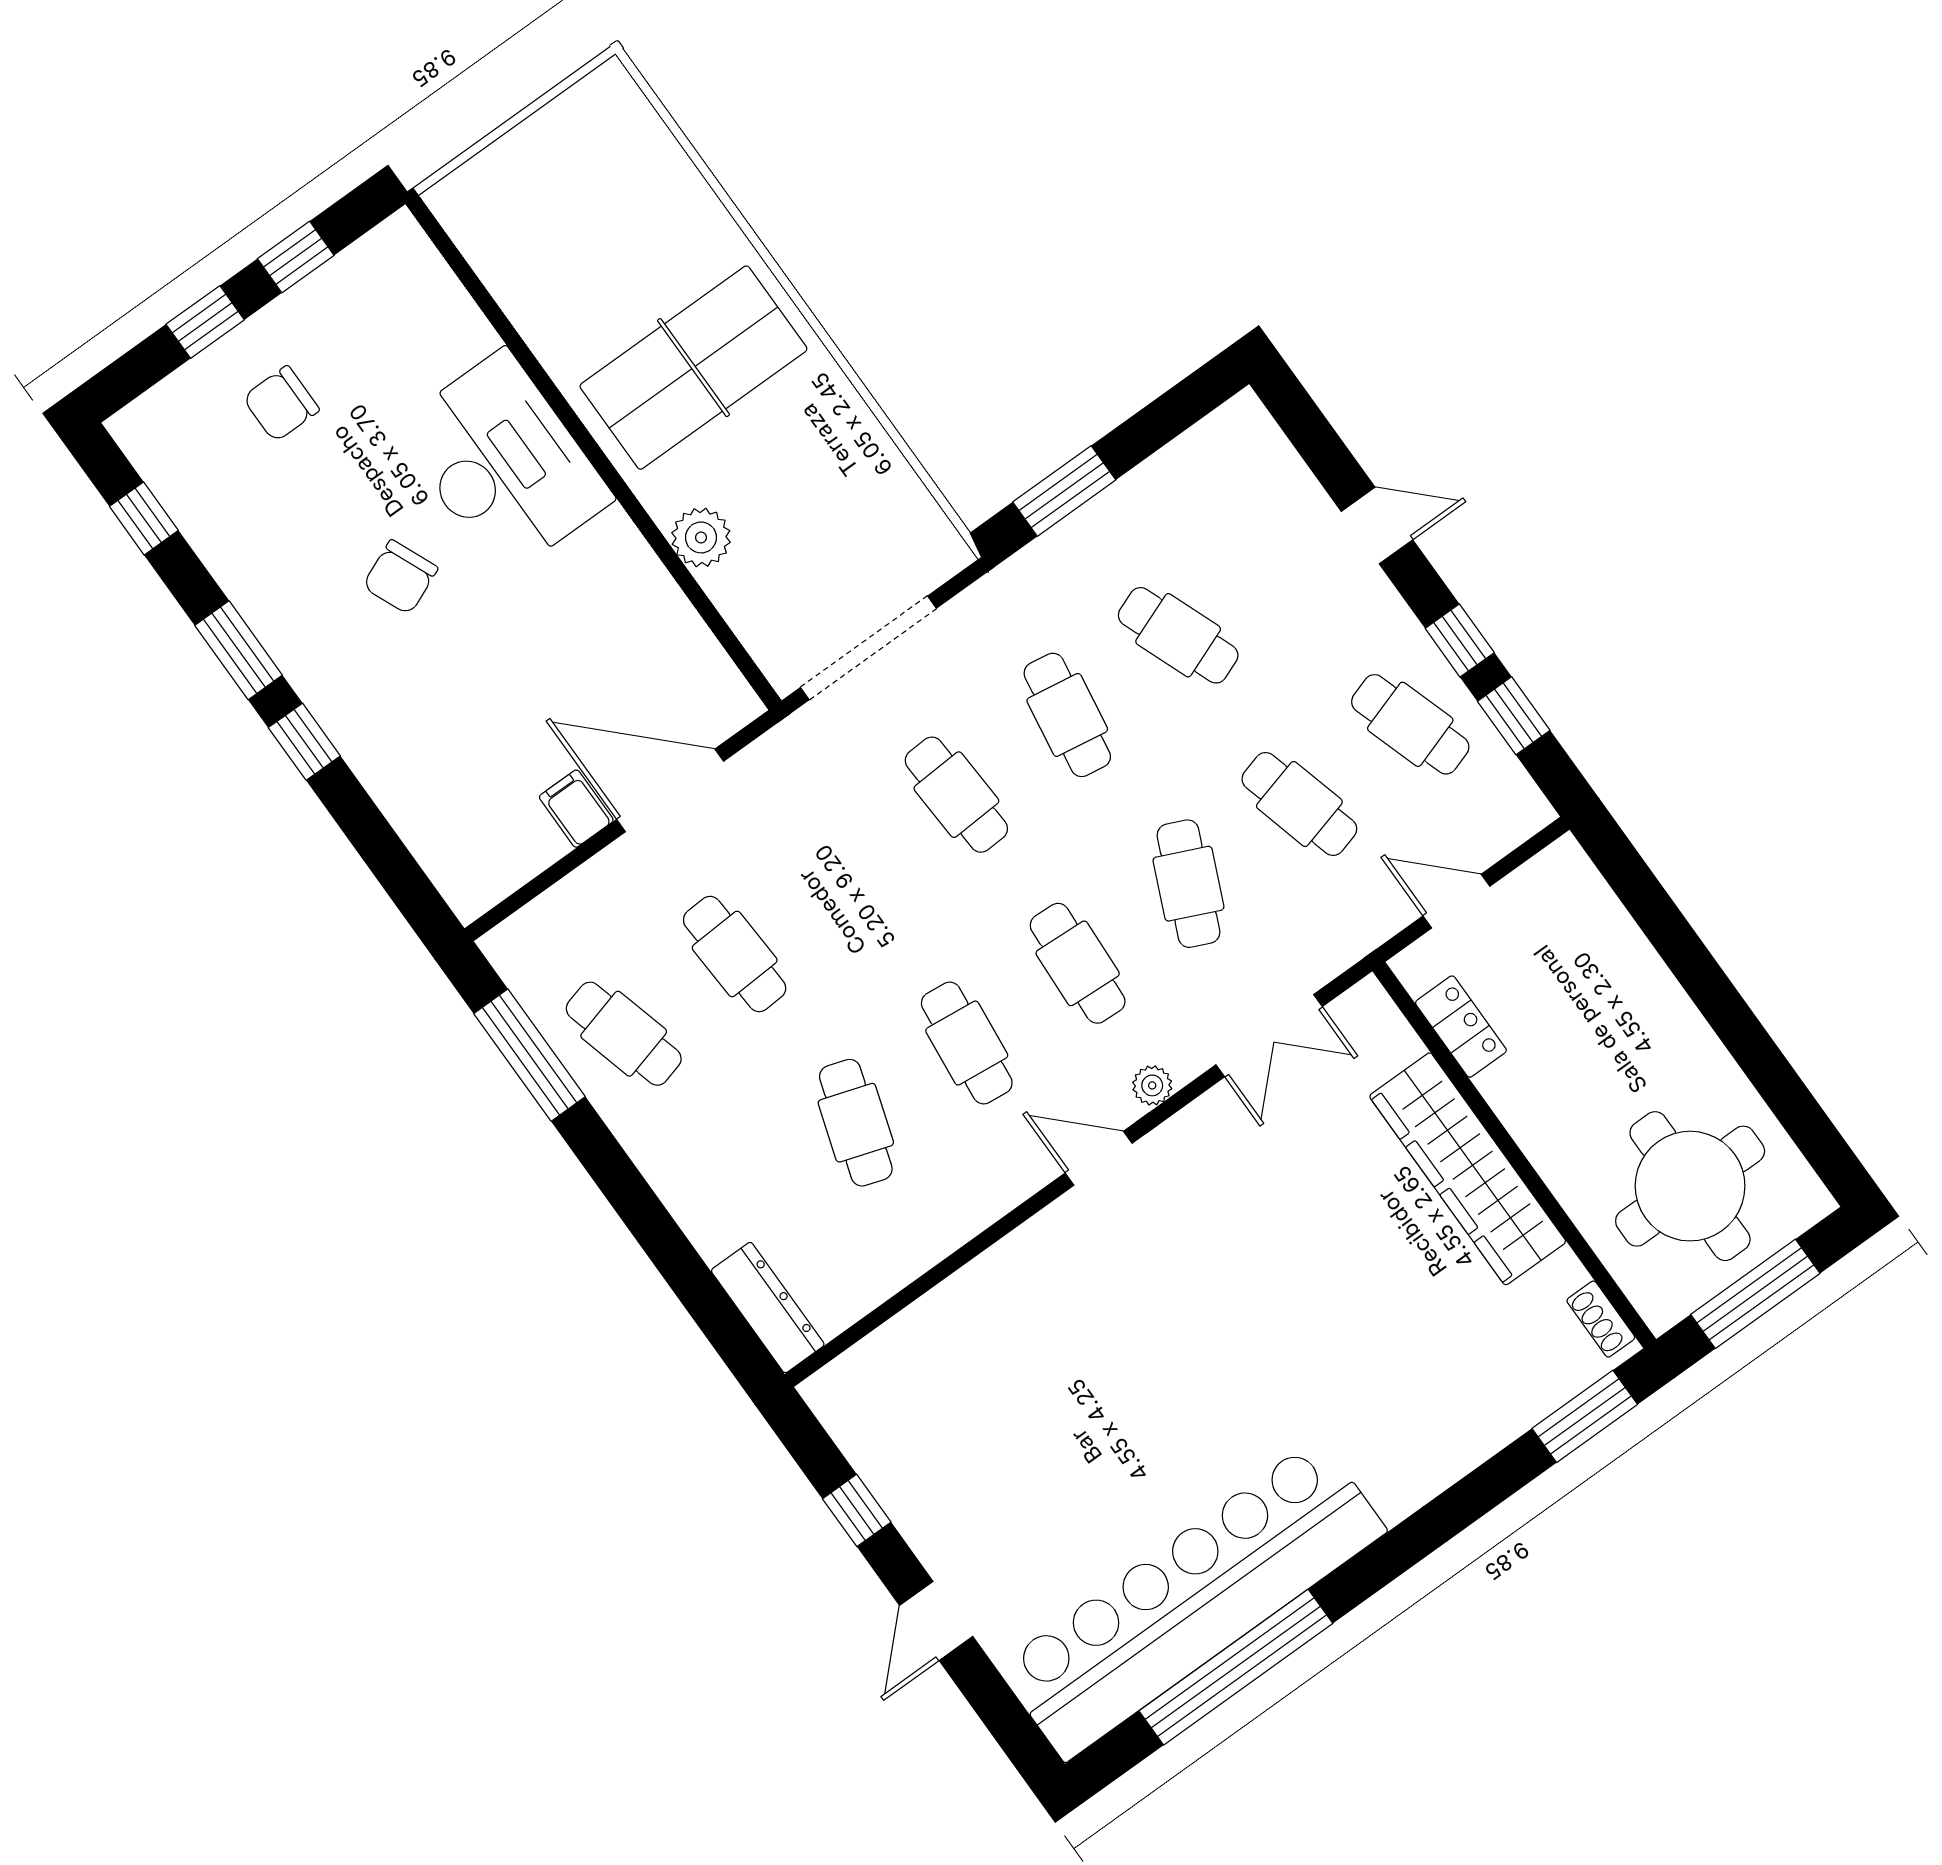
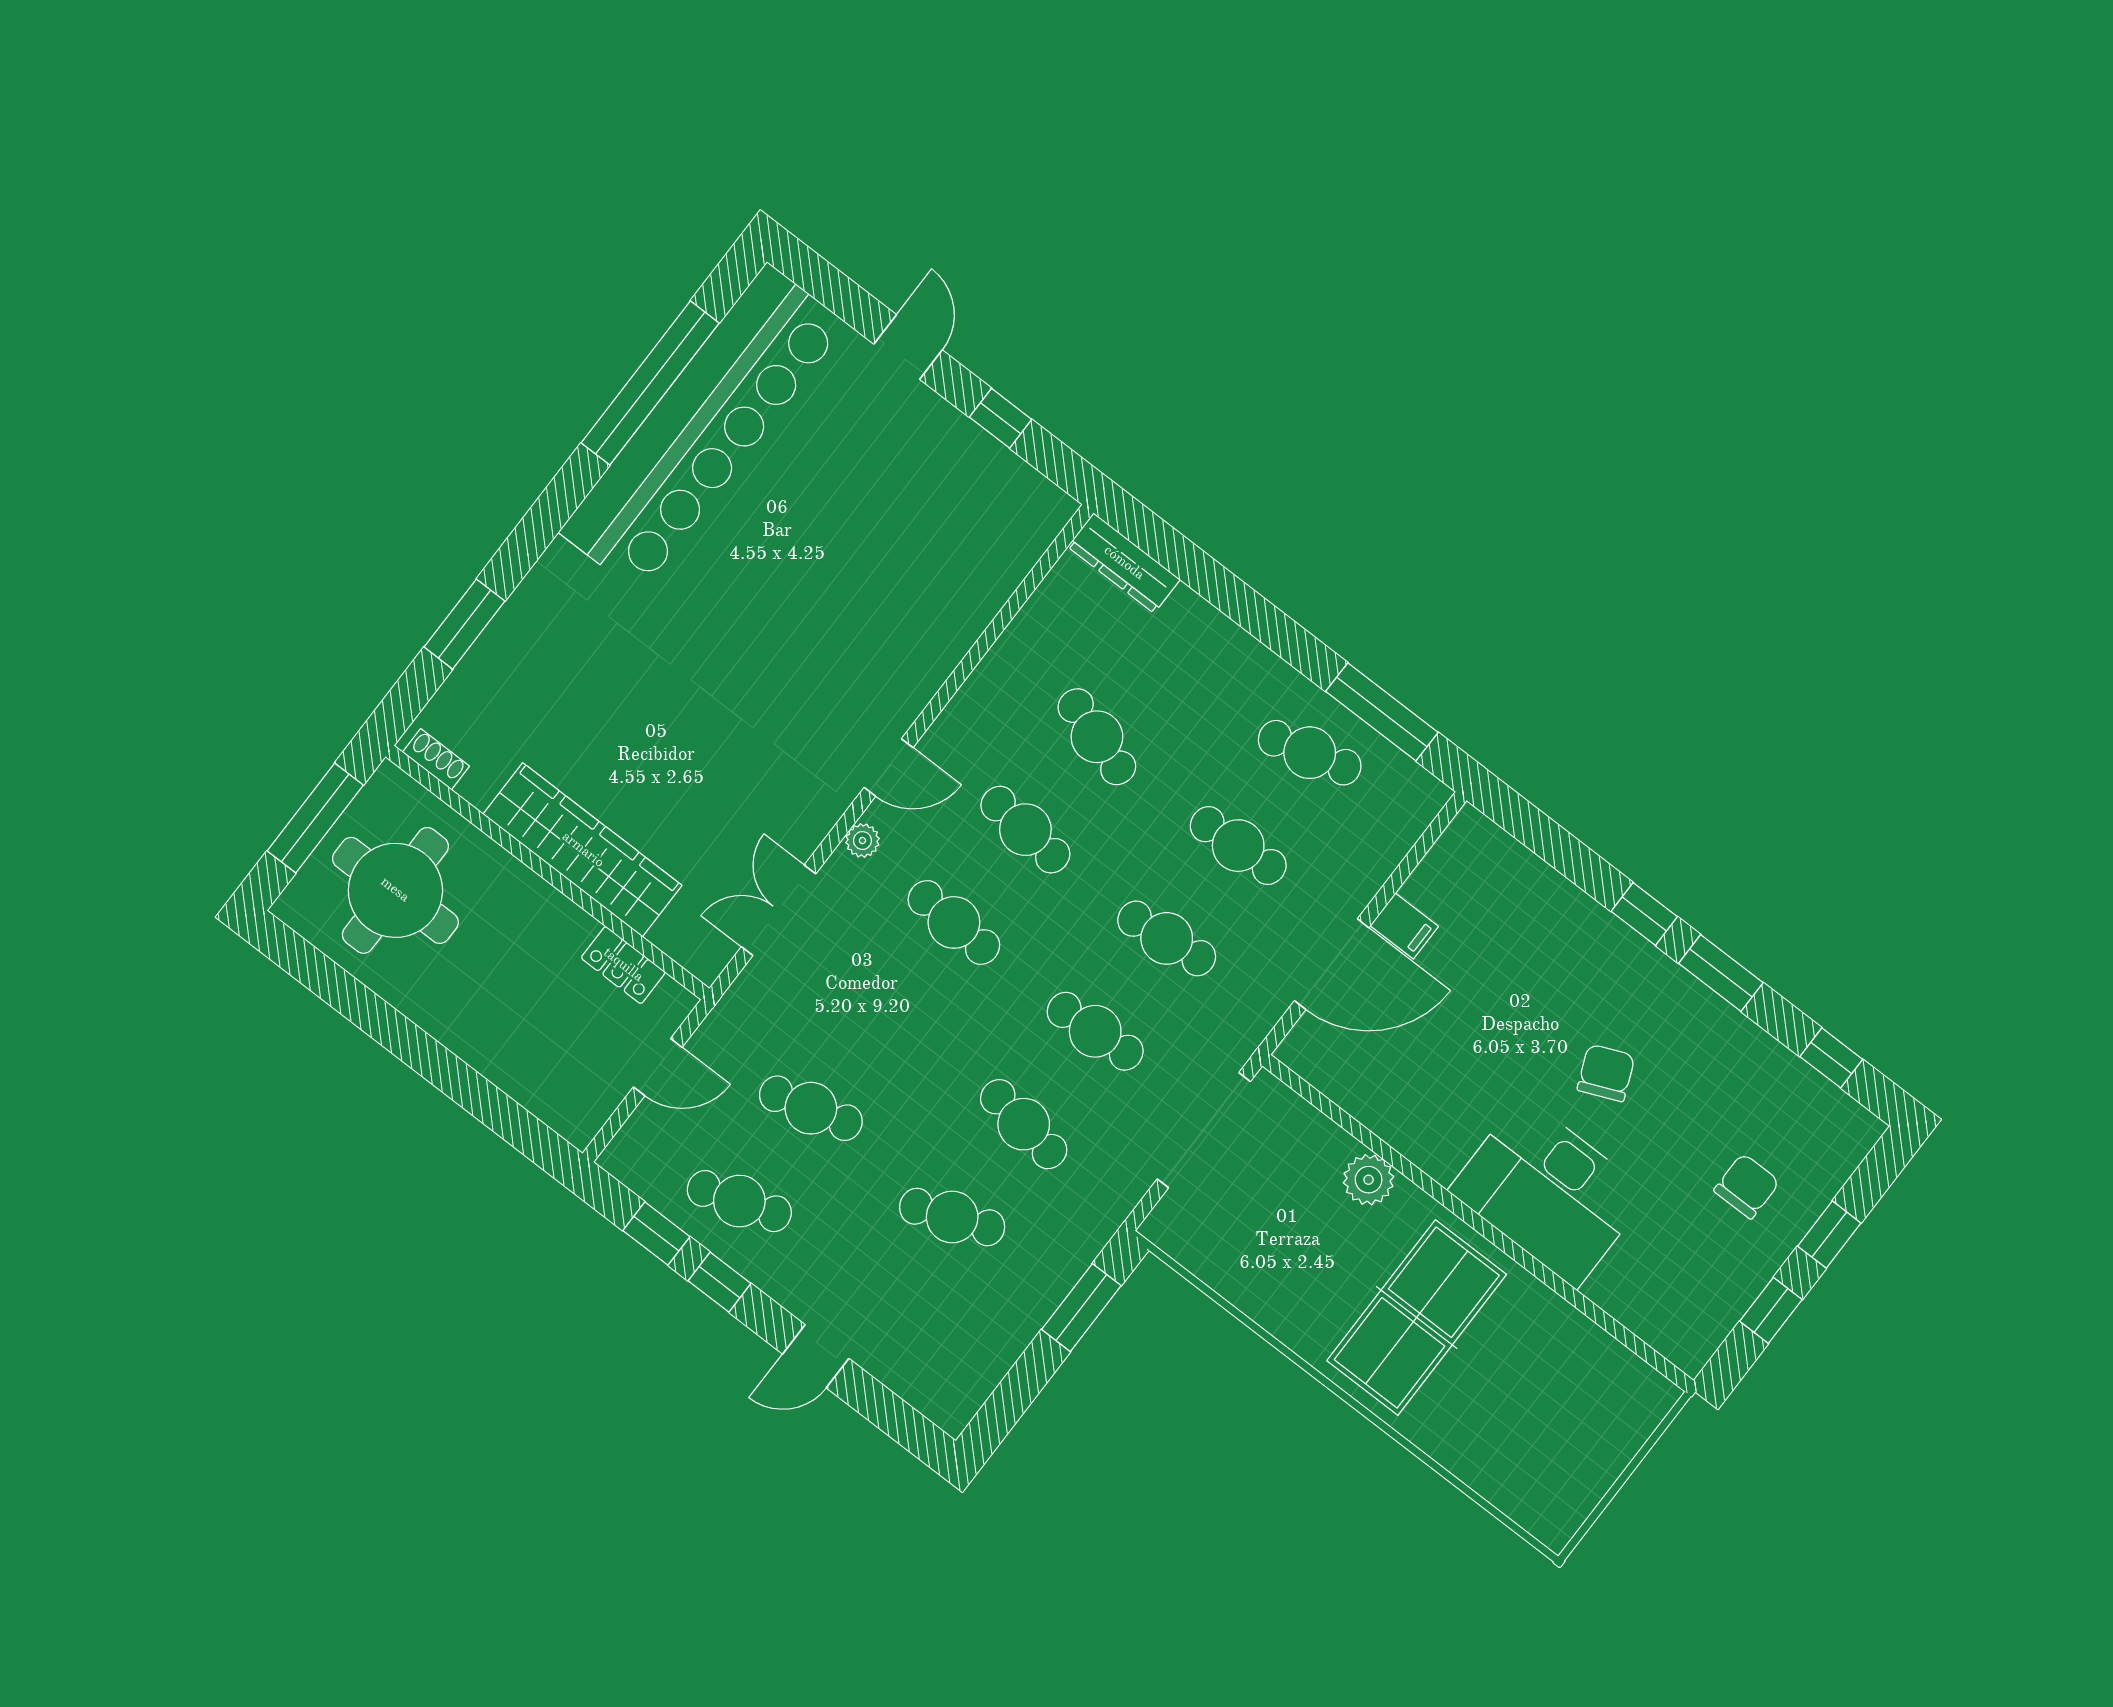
cafe table: (1188, 884) -> (1167, 938), moved, turned -30
window: (1585, 1416) -> (465, 624), moved

